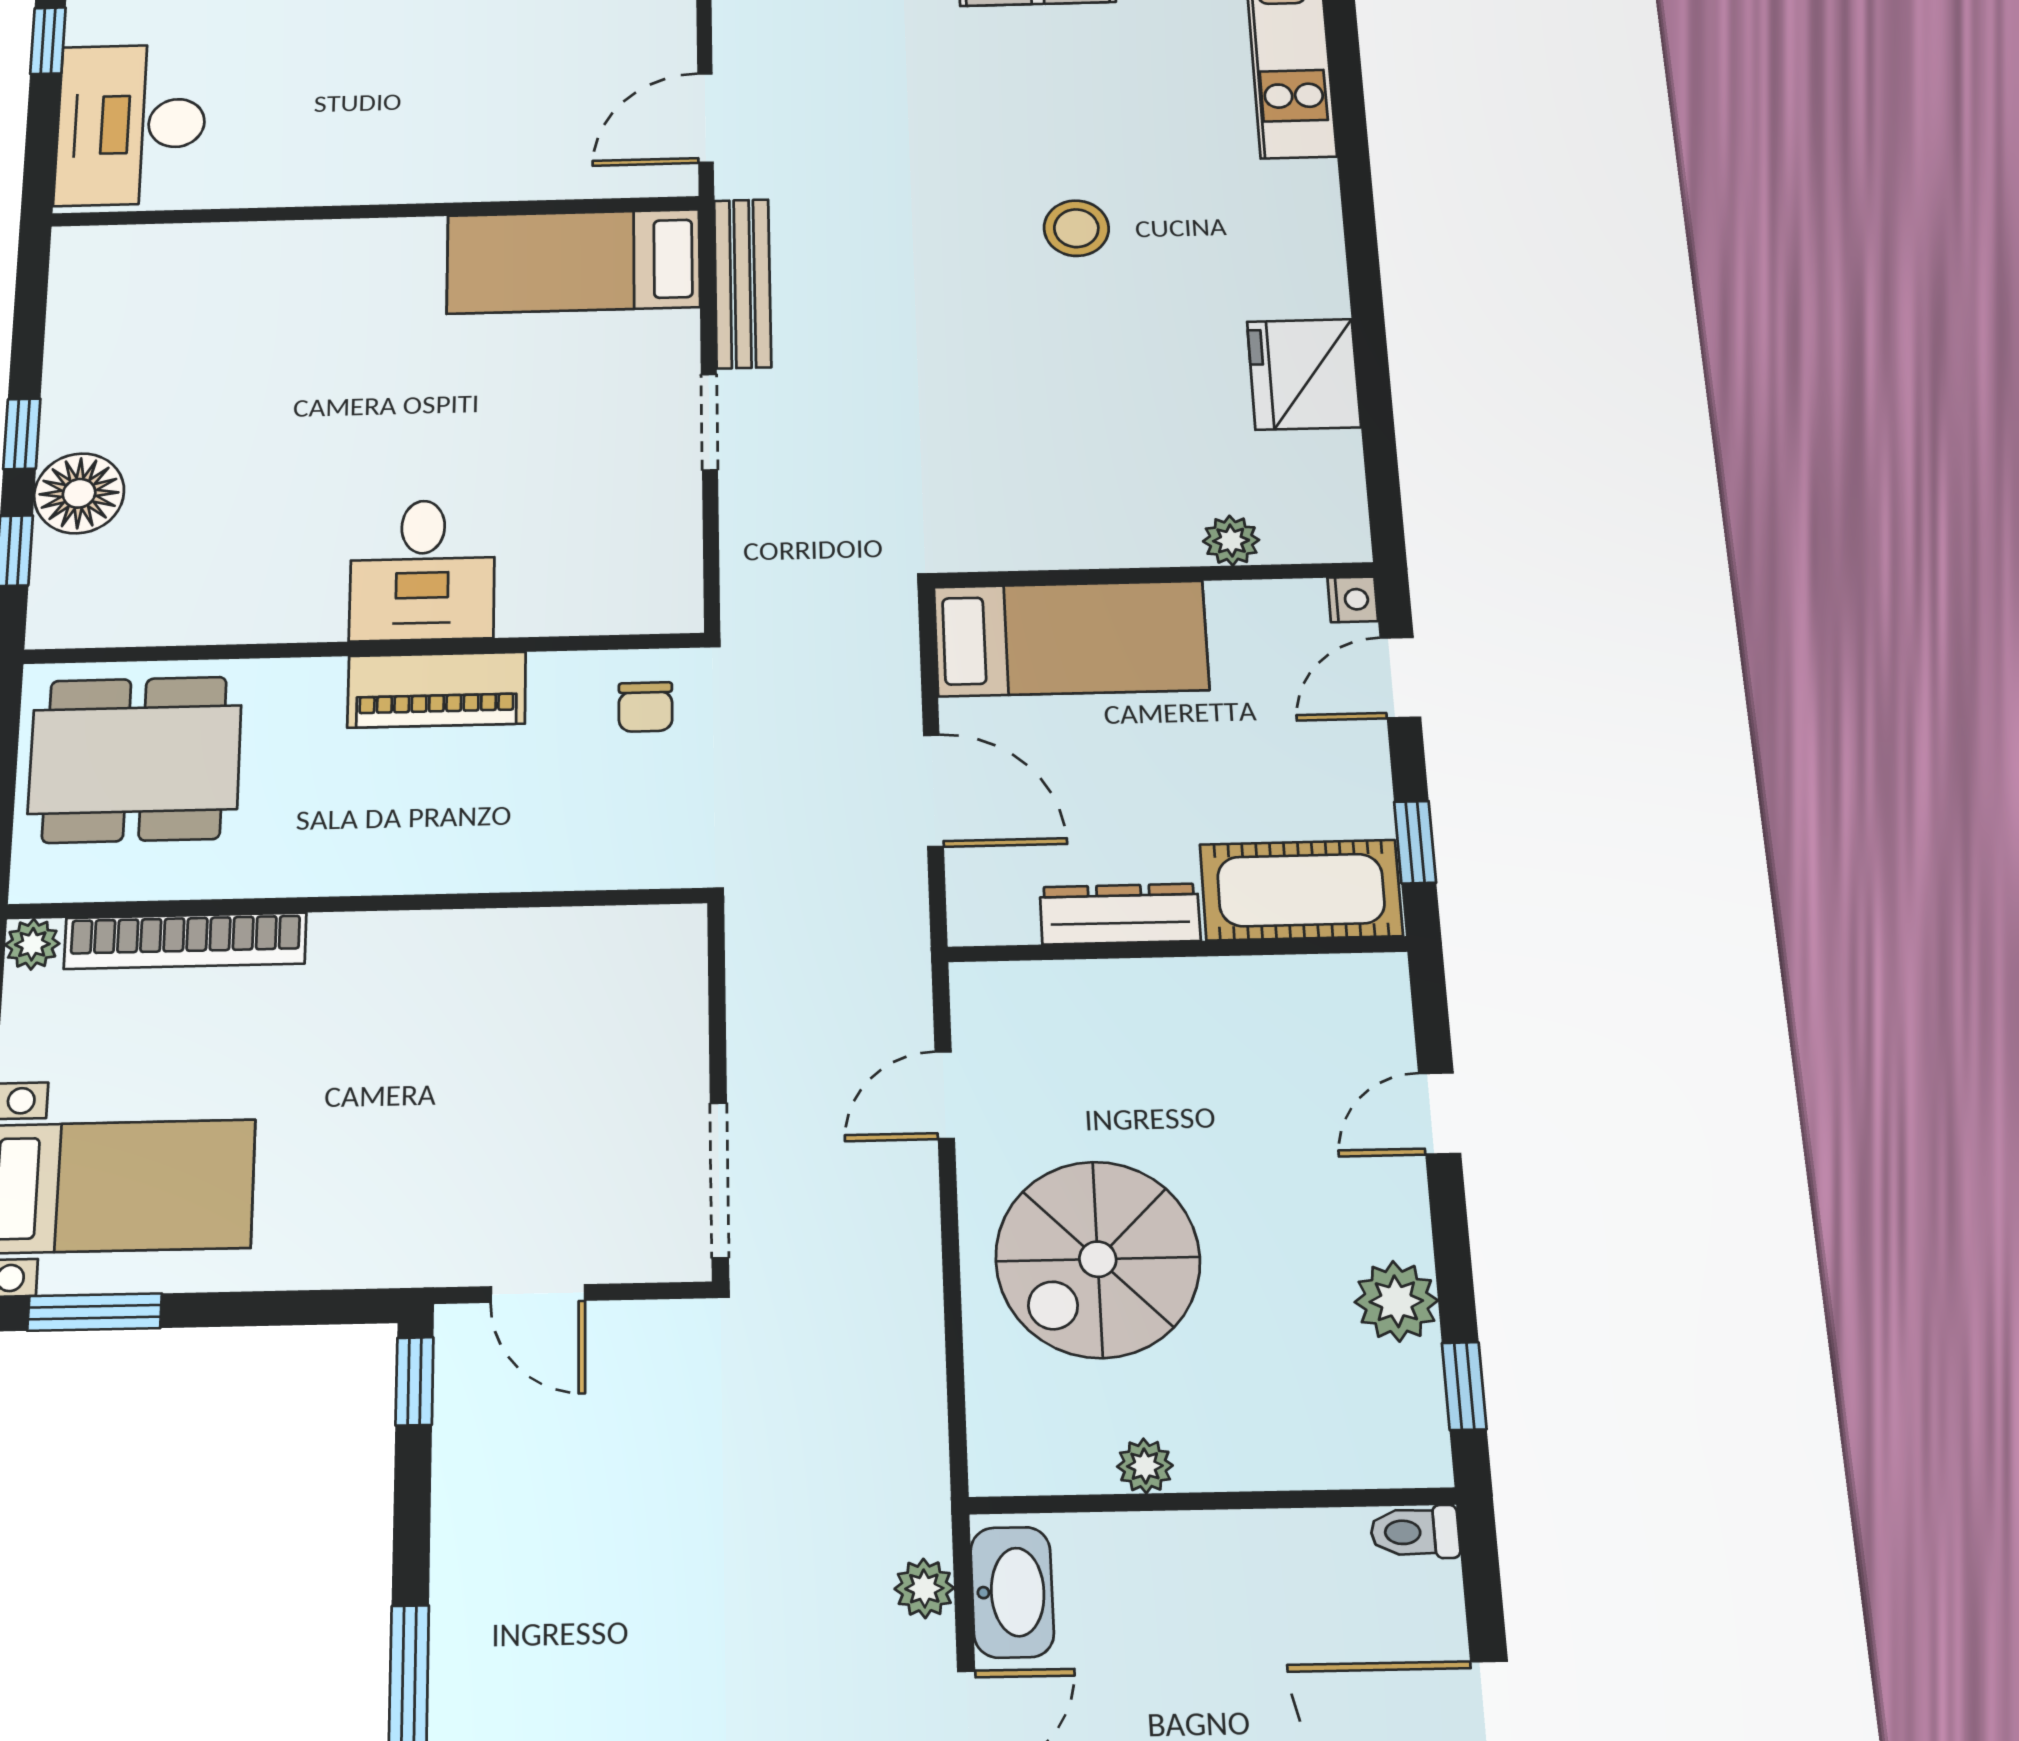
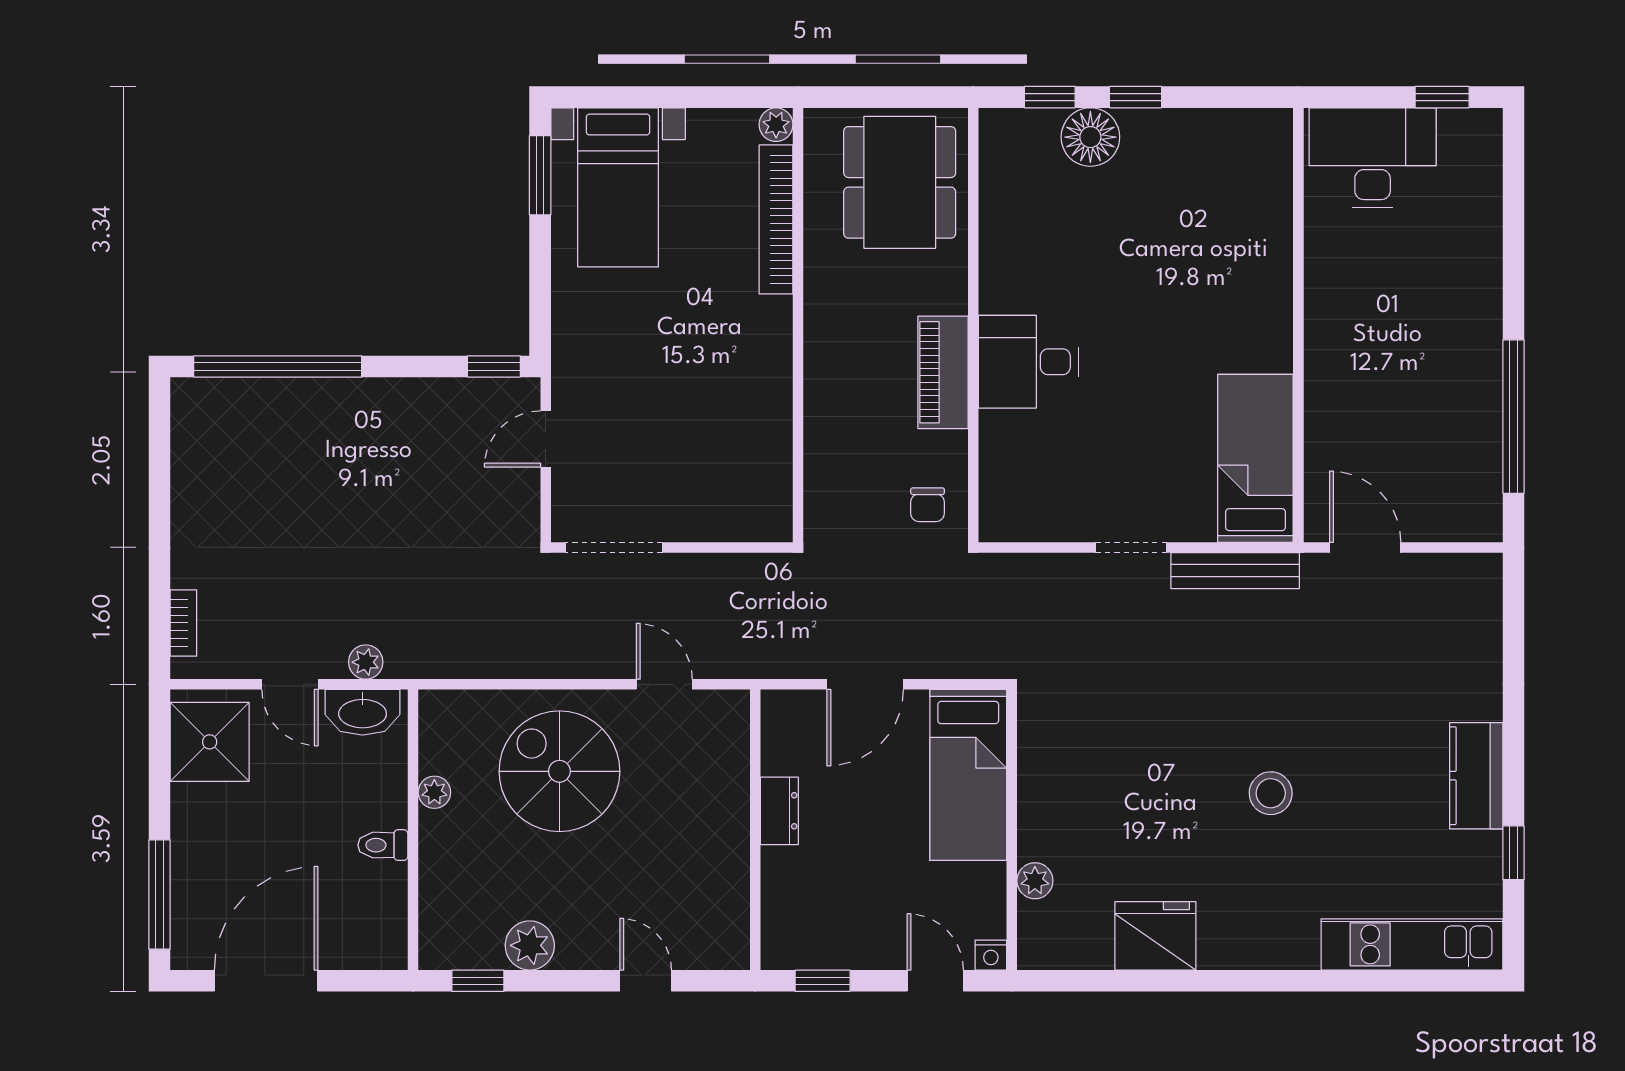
chair: (645, 707) -> (928, 505), turned -90
cot: (1301, 890) -> (792, 908), removed
dresser: (1120, 914) -> (779, 811), width x0.70
toilet: (1415, 1532) -> (383, 845), moved, turned -90

